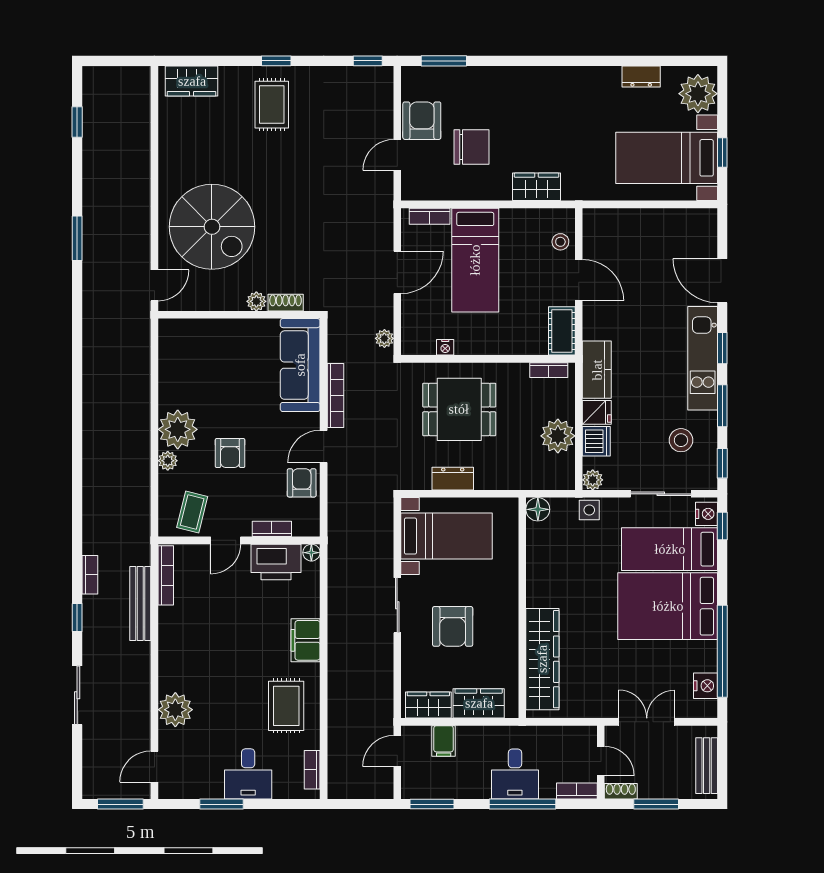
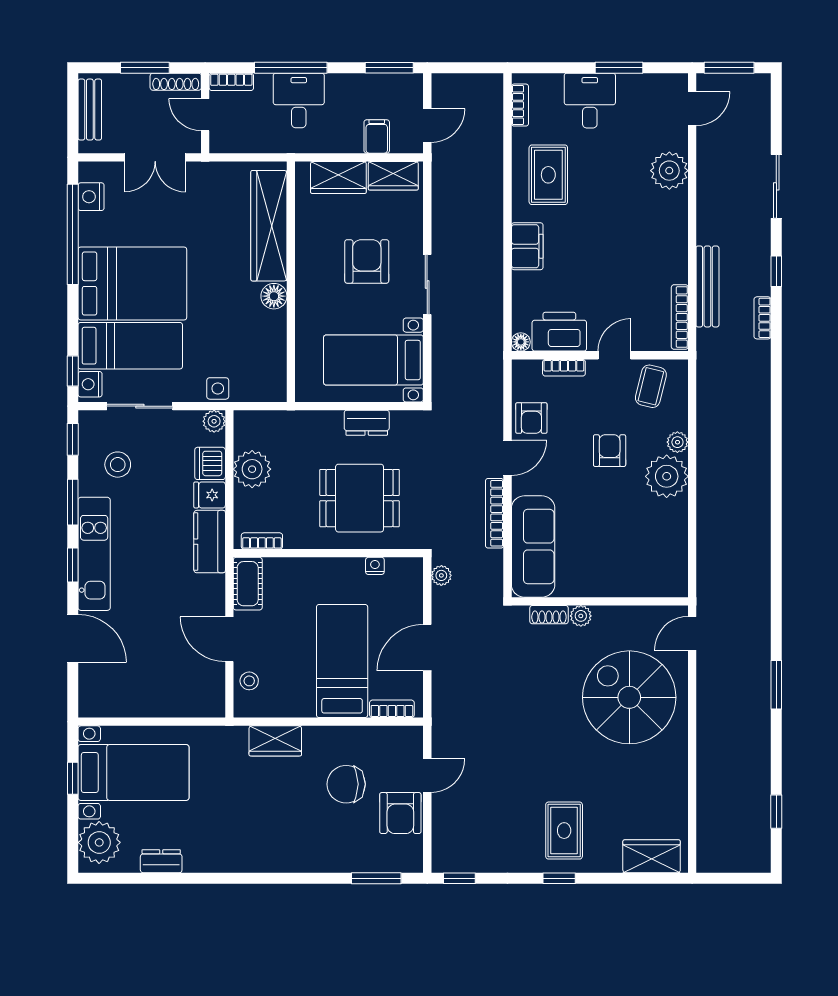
floor lamp: (538, 509) -> (274, 296), moved
shoe rack: (621, 791) -> (176, 82), width x1.43

